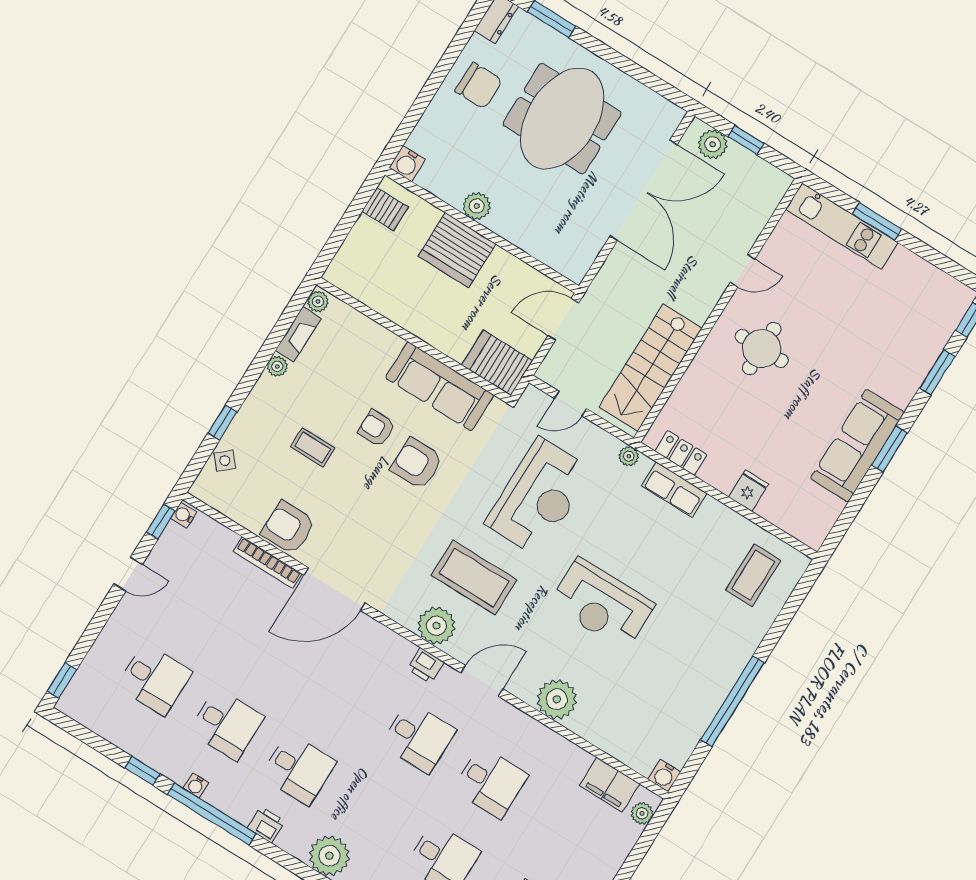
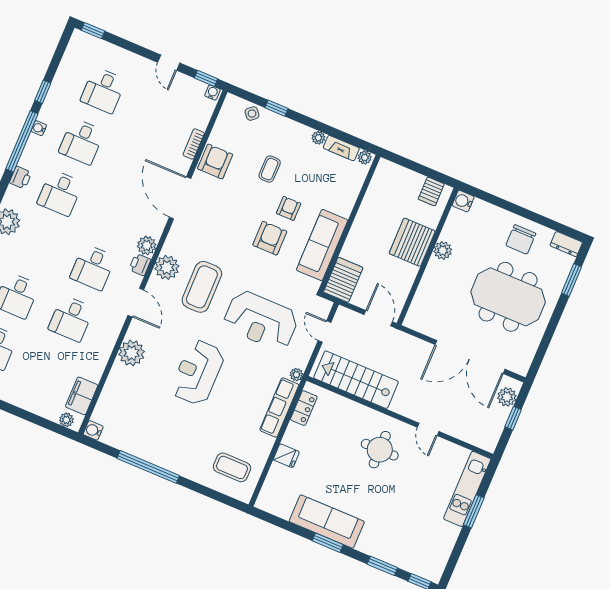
row of seats: (674, 490) -> (279, 407), width x1.48
bookcase: (268, 563) -> (194, 144), width x0.64
plant: (399, 651) -> (147, 246), added

